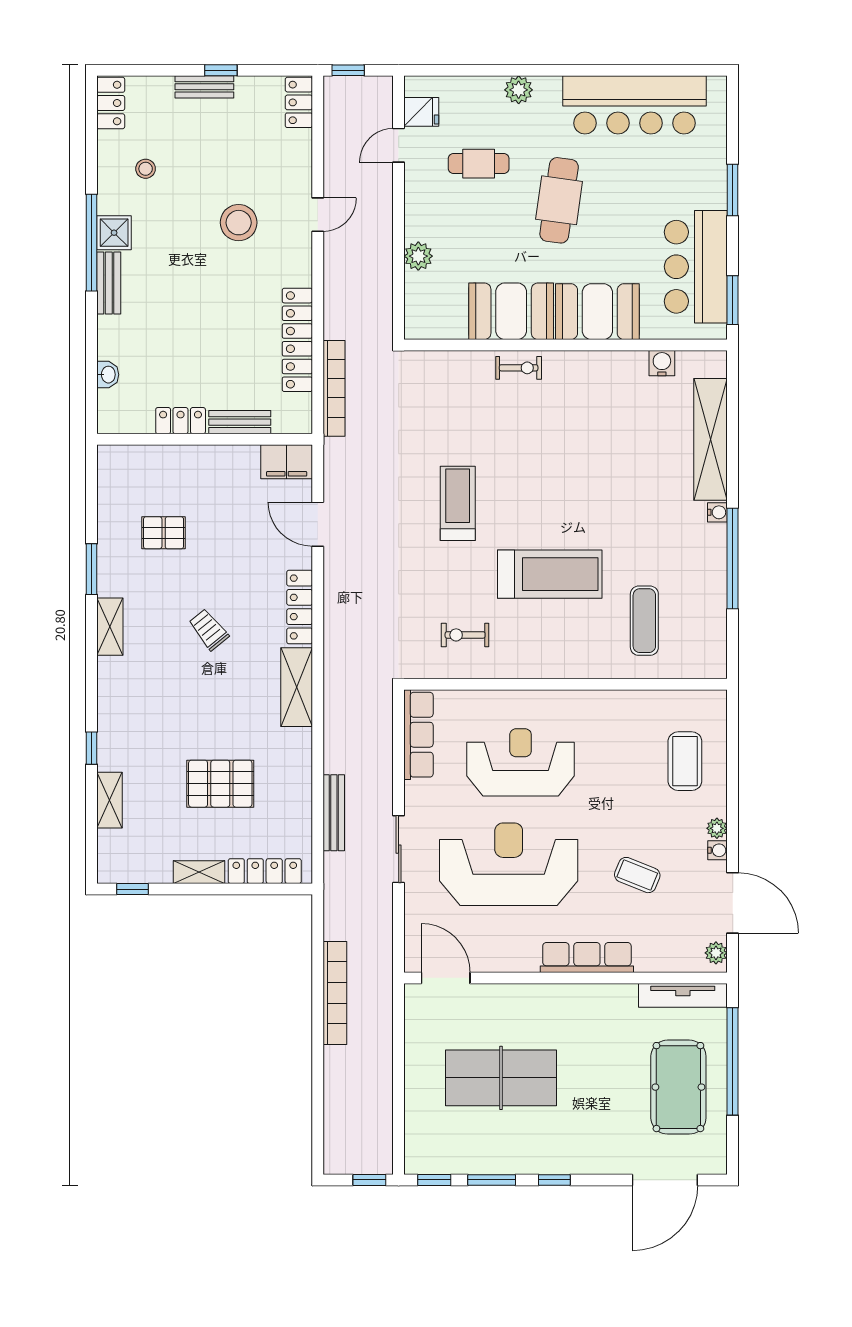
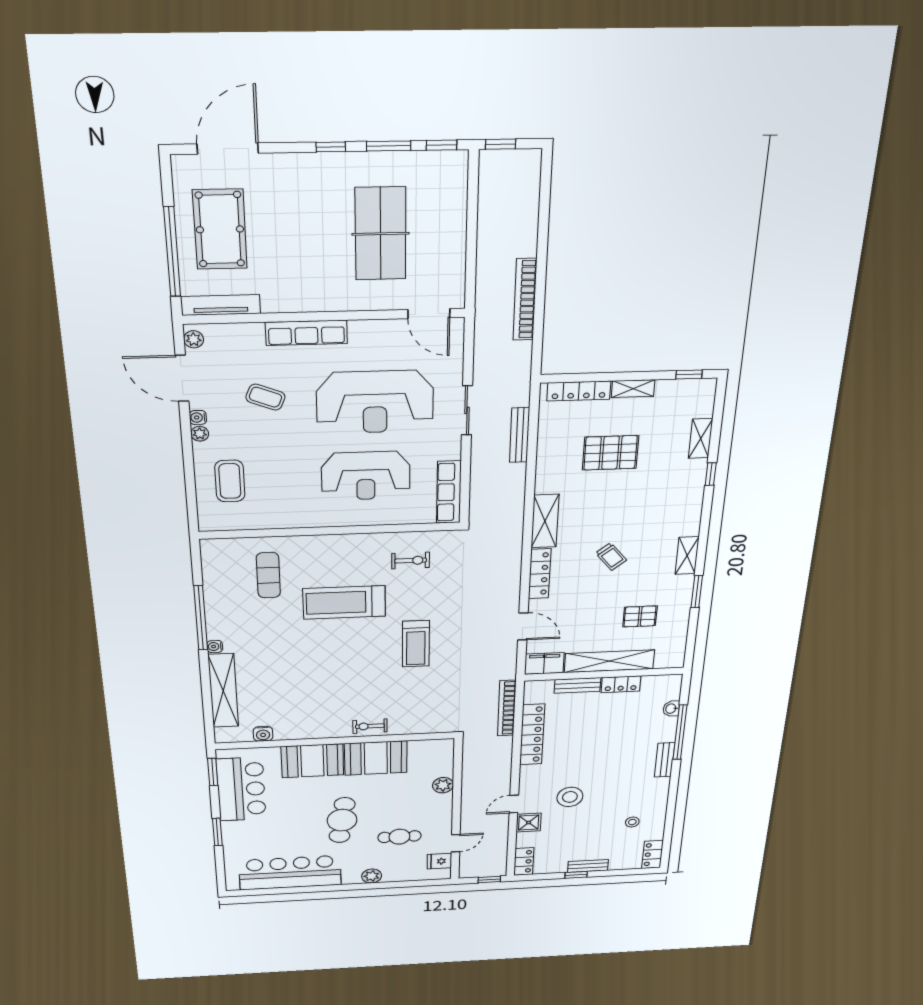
shower: (114, 233) -> (529, 823), moved
window: (92, 243) -> (680, 732), moved
shelving: (199, 461) -> (609, 661), added
table tennis table: (501, 1078) -> (381, 234), turned 90

